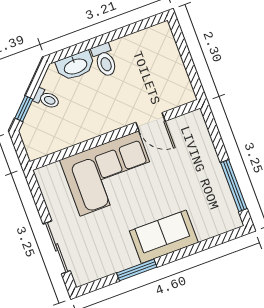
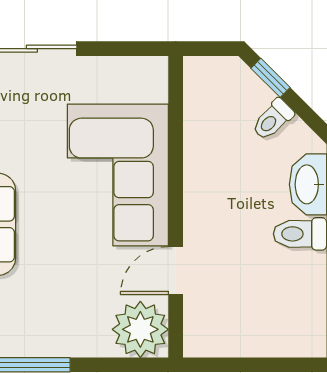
plant: (191, 129) -> (140, 329), added

